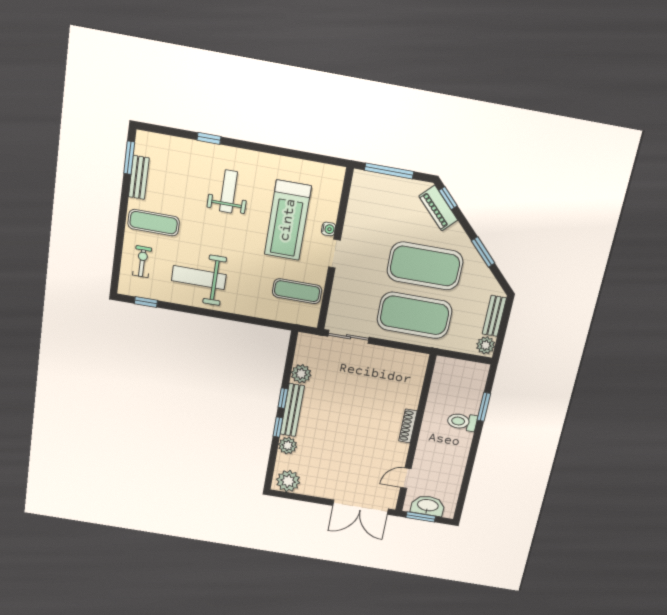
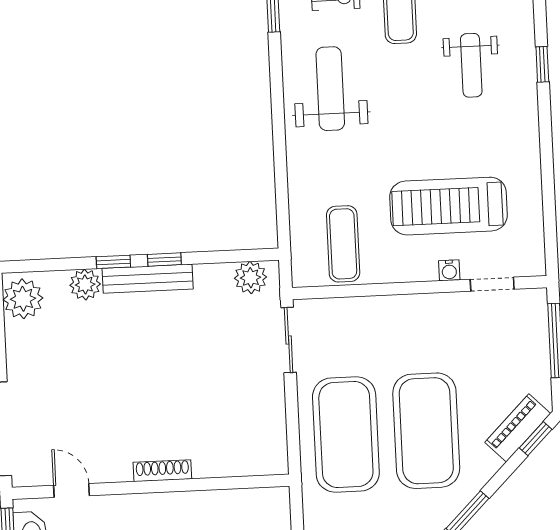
weight bench: (228, 191) -> (471, 65), moved, turned 90
doorway: (334, 254) -> (492, 284), moved
plant: (301, 374) -> (251, 278), moved

